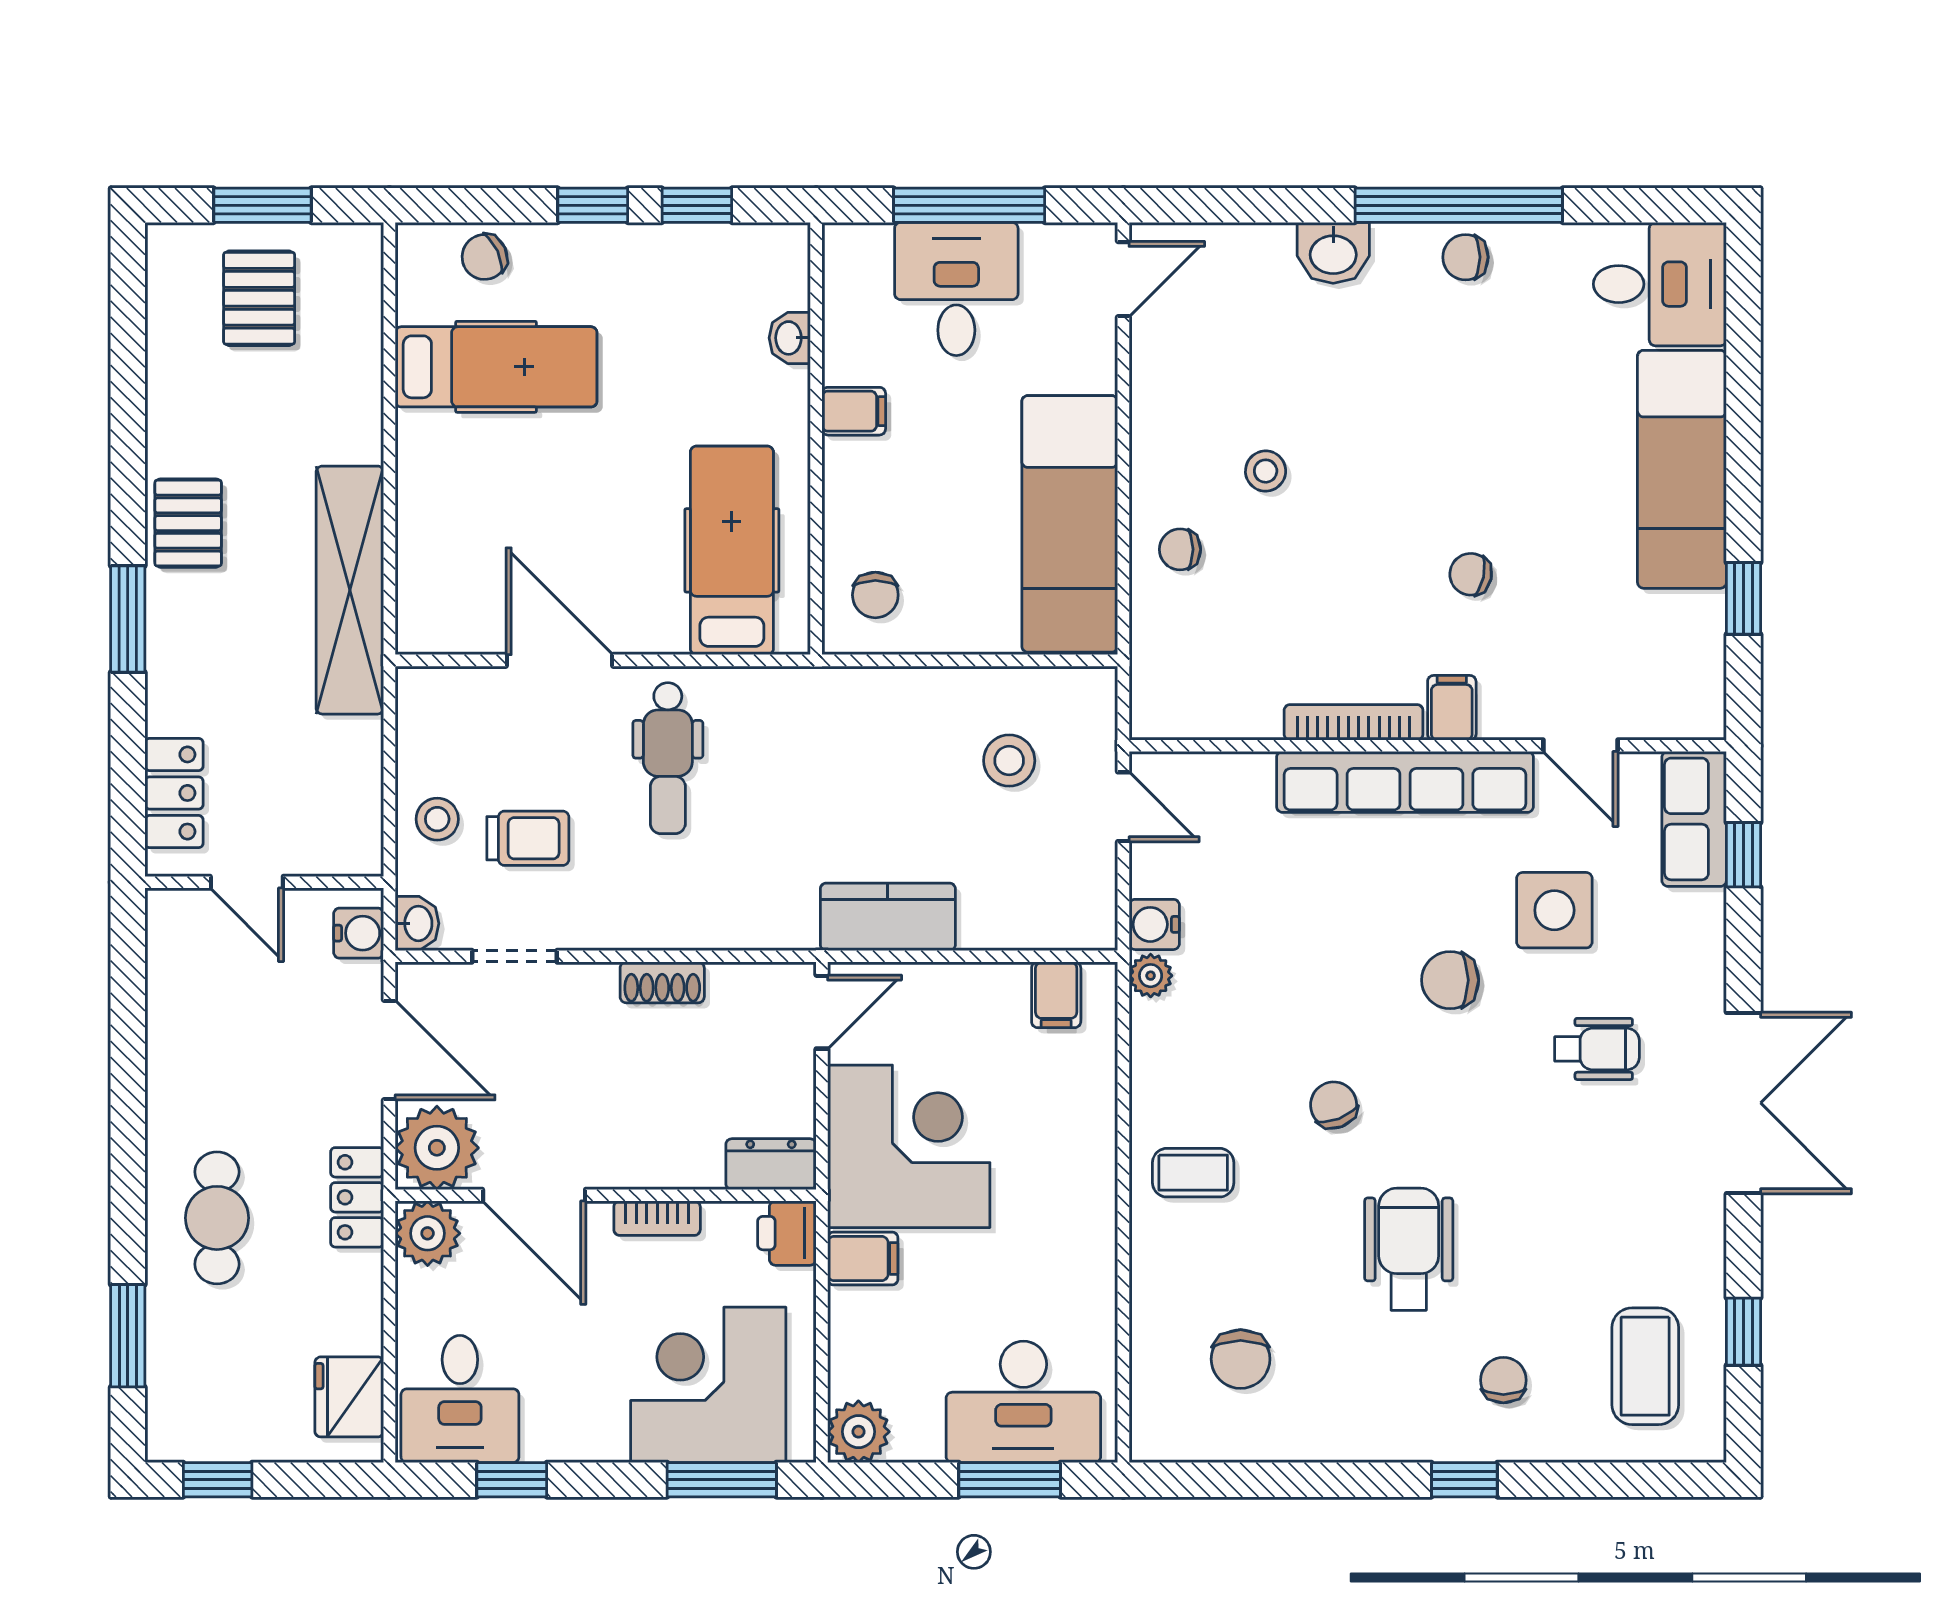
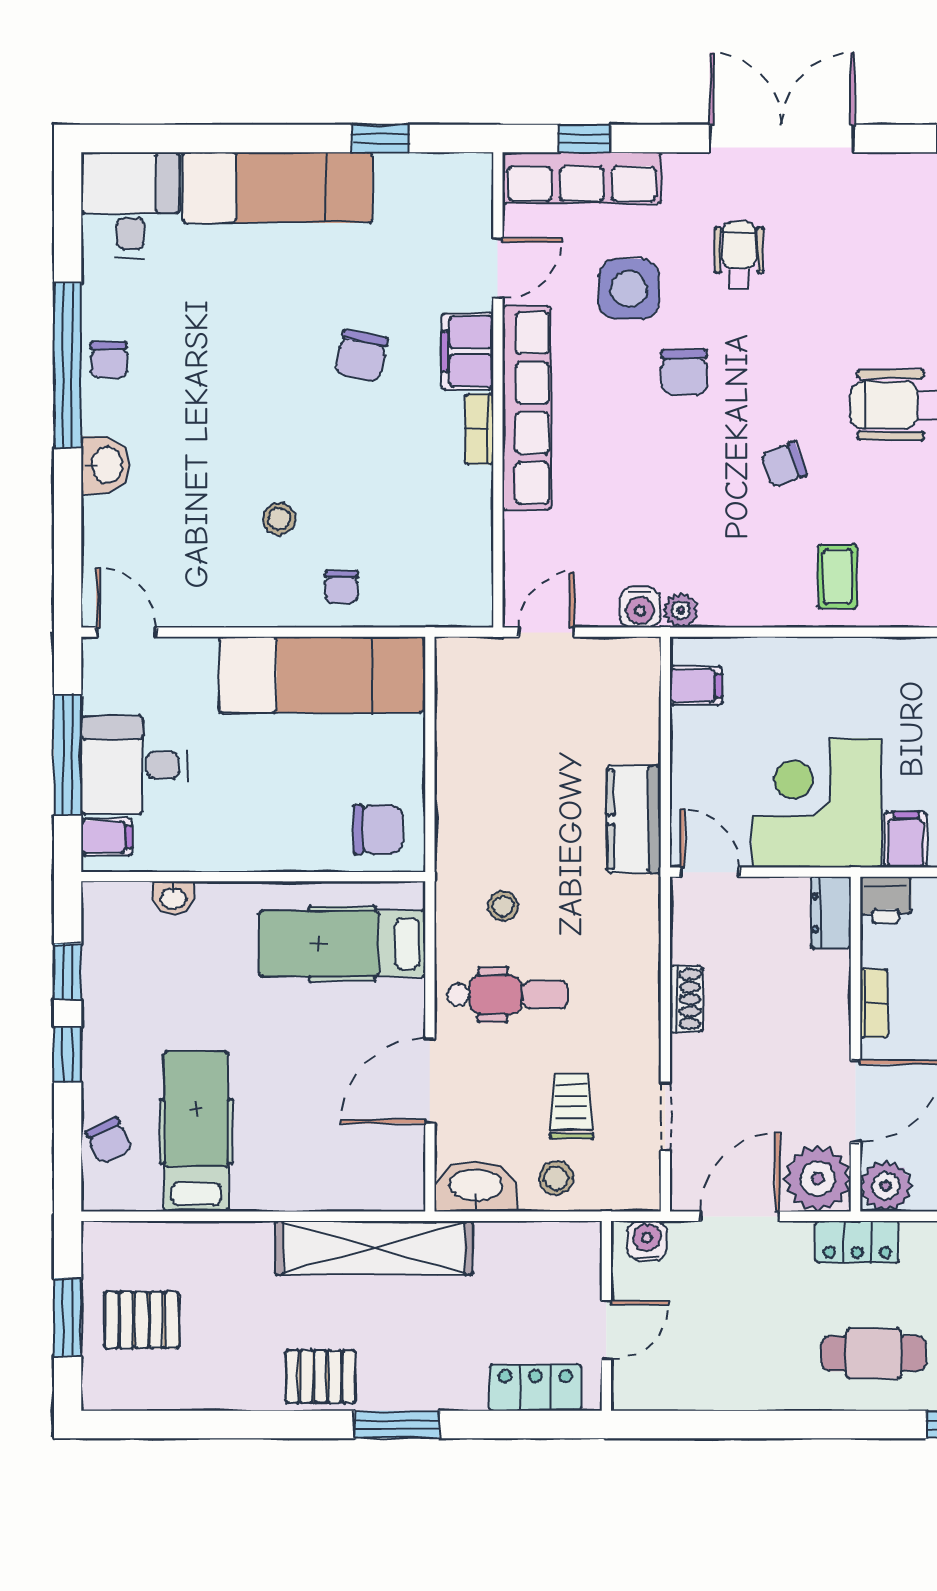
filing cabinet: (854, 411) -> (107, 837), moved, turned 90
chair: (1471, 574) -> (361, 356), width x1.37, depth x1.37
chair: (875, 595) -> (378, 830), width x1.37, depth x1.37
filing cabinet: (1452, 708) -> (468, 351), width x2.00
bookcase: (1354, 722) -> (479, 429), width x0.64
stool: (1009, 761) -> (503, 906), moved, width x0.73, depth x0.73
row of seats: (1694, 819) -> (582, 178), width x1.48
washbasin: (417, 923) -> (476, 1186), moved, width x1.91, depth x1.45

